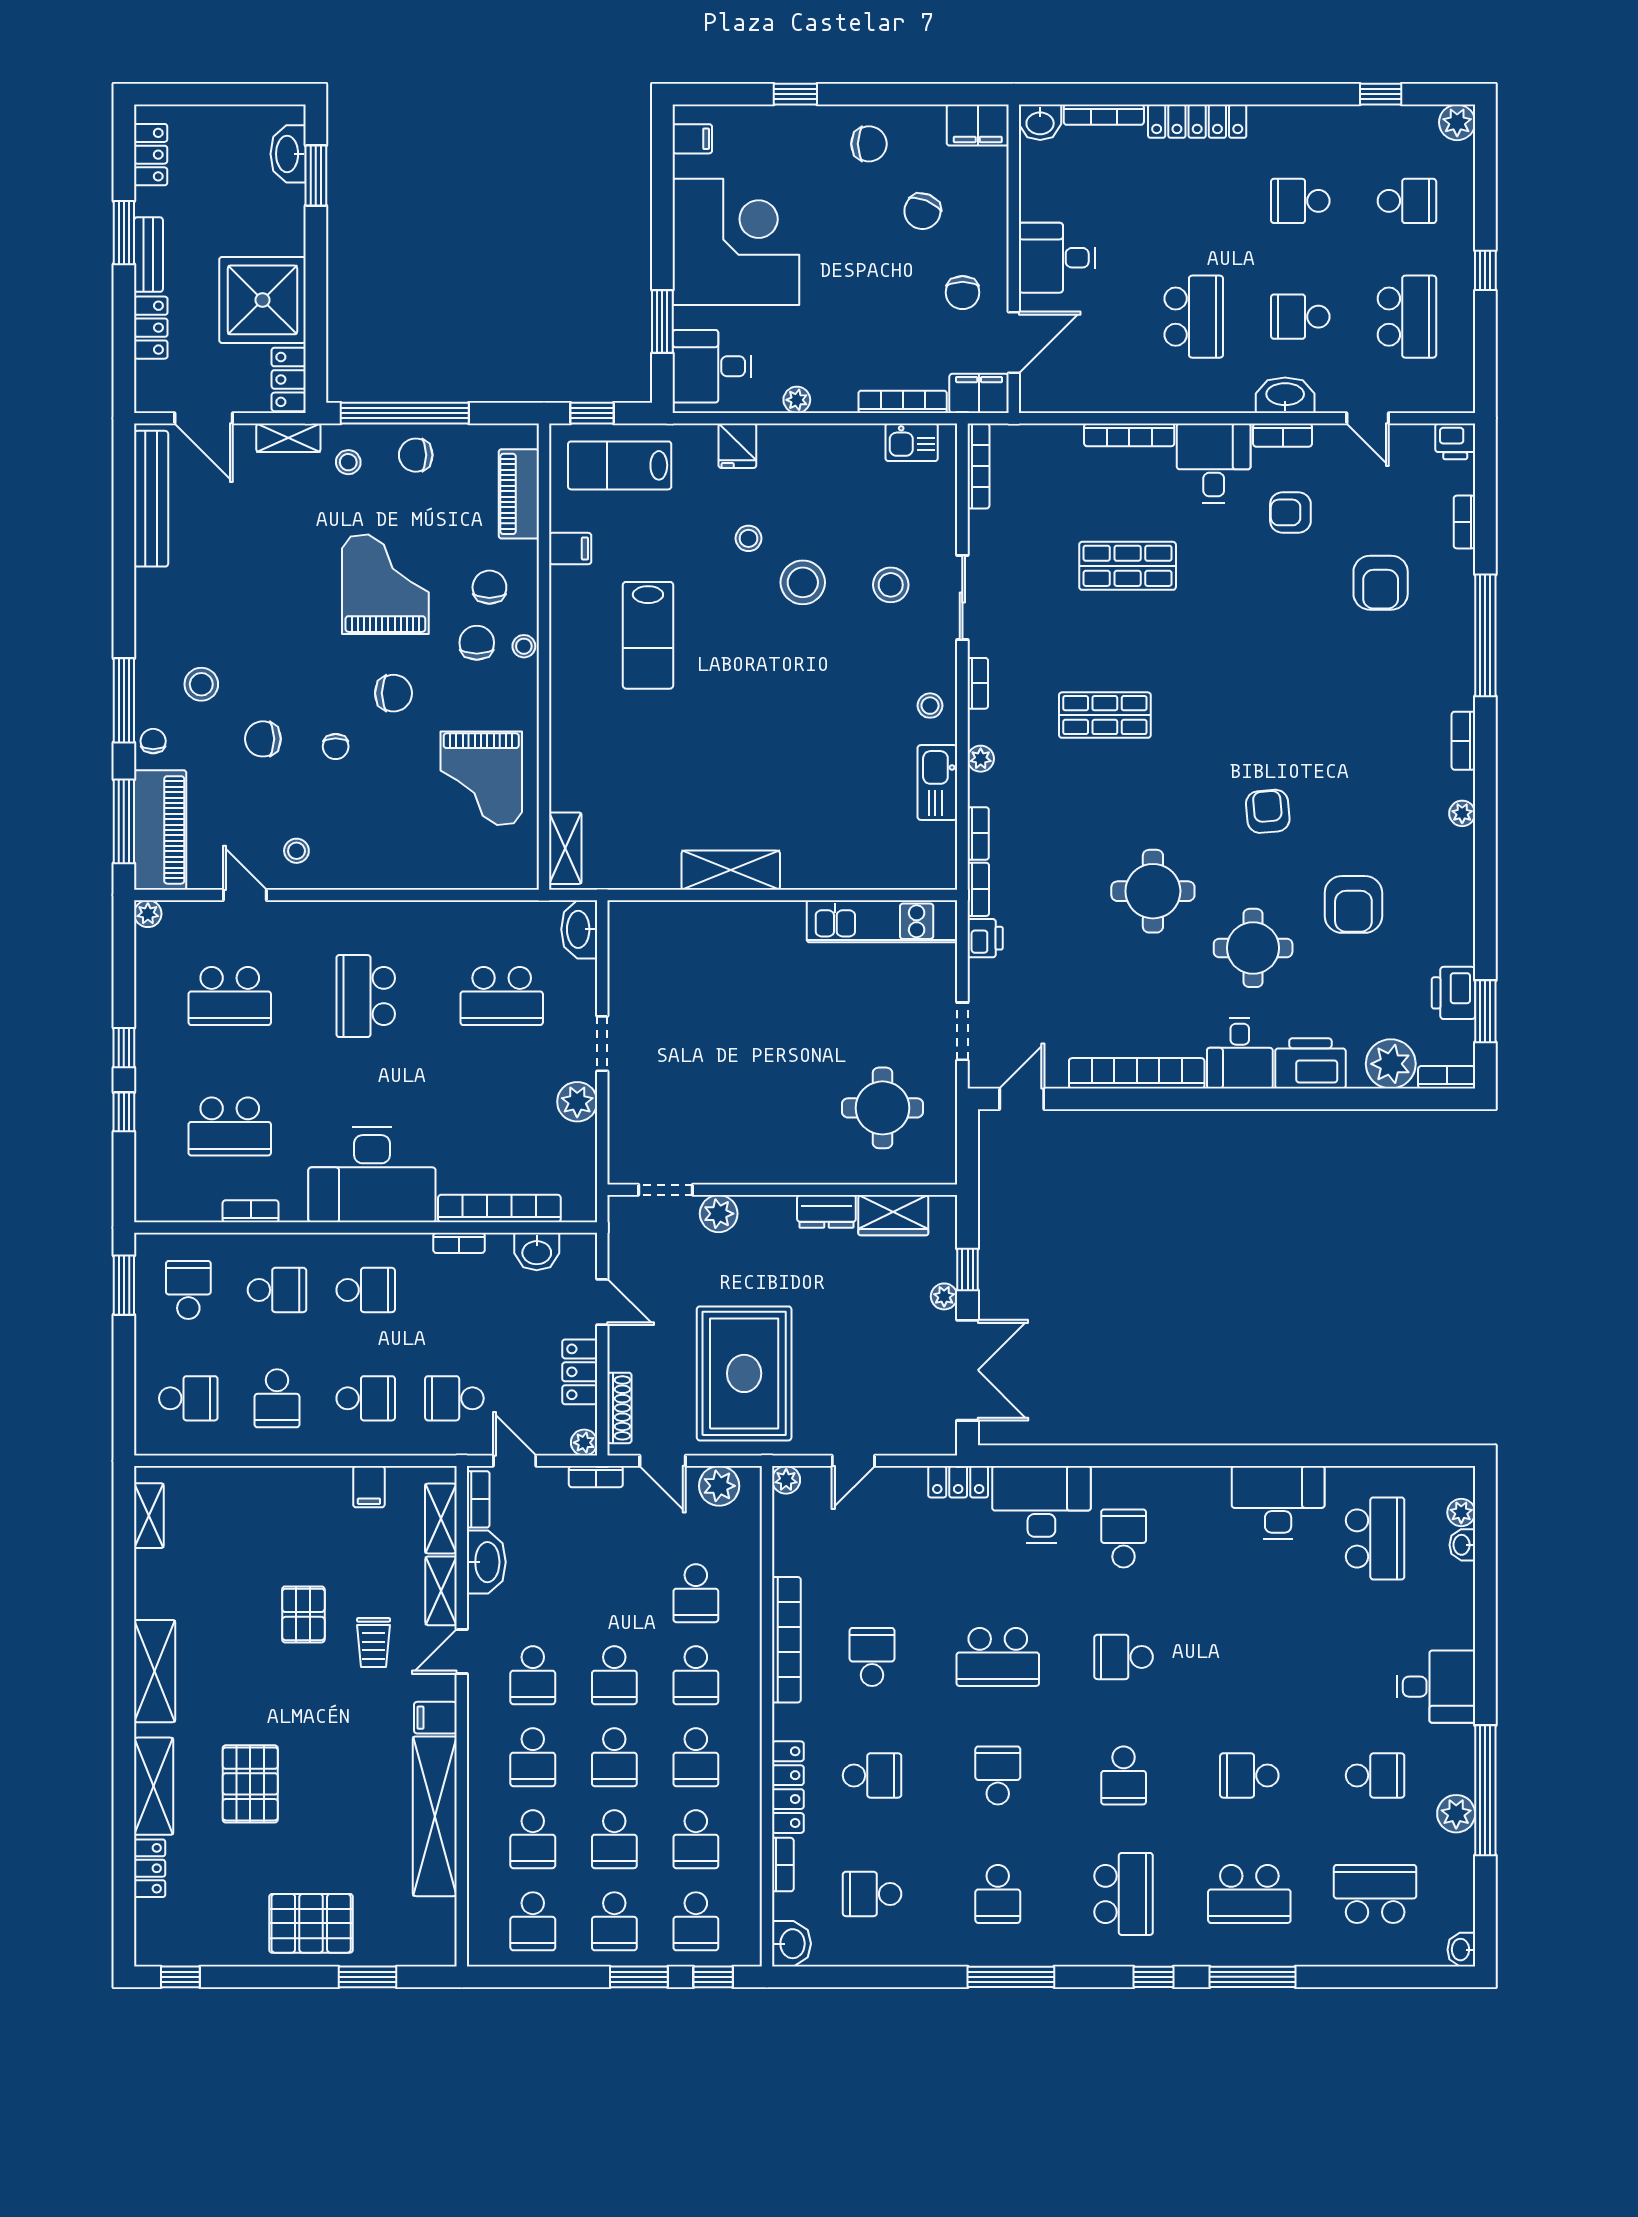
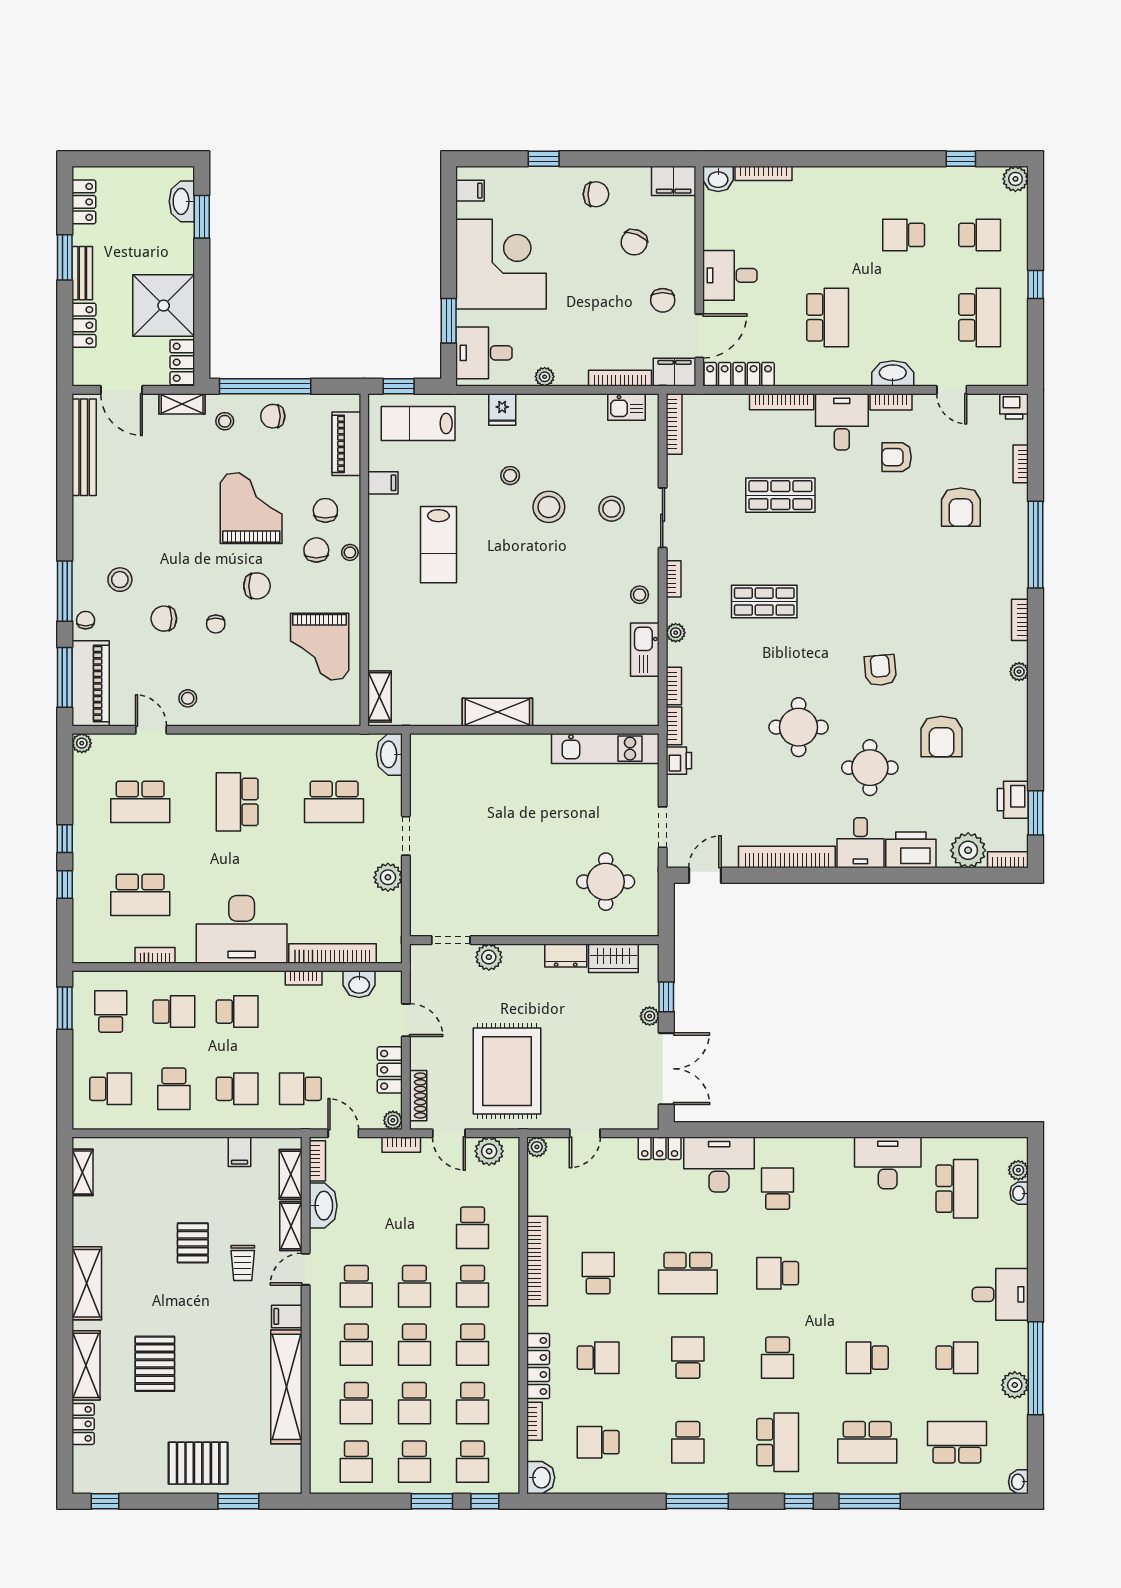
locker: (1197, 121) -> (739, 374), moved, turned 180
school desk: (1300, 317) -> (904, 317), removed

